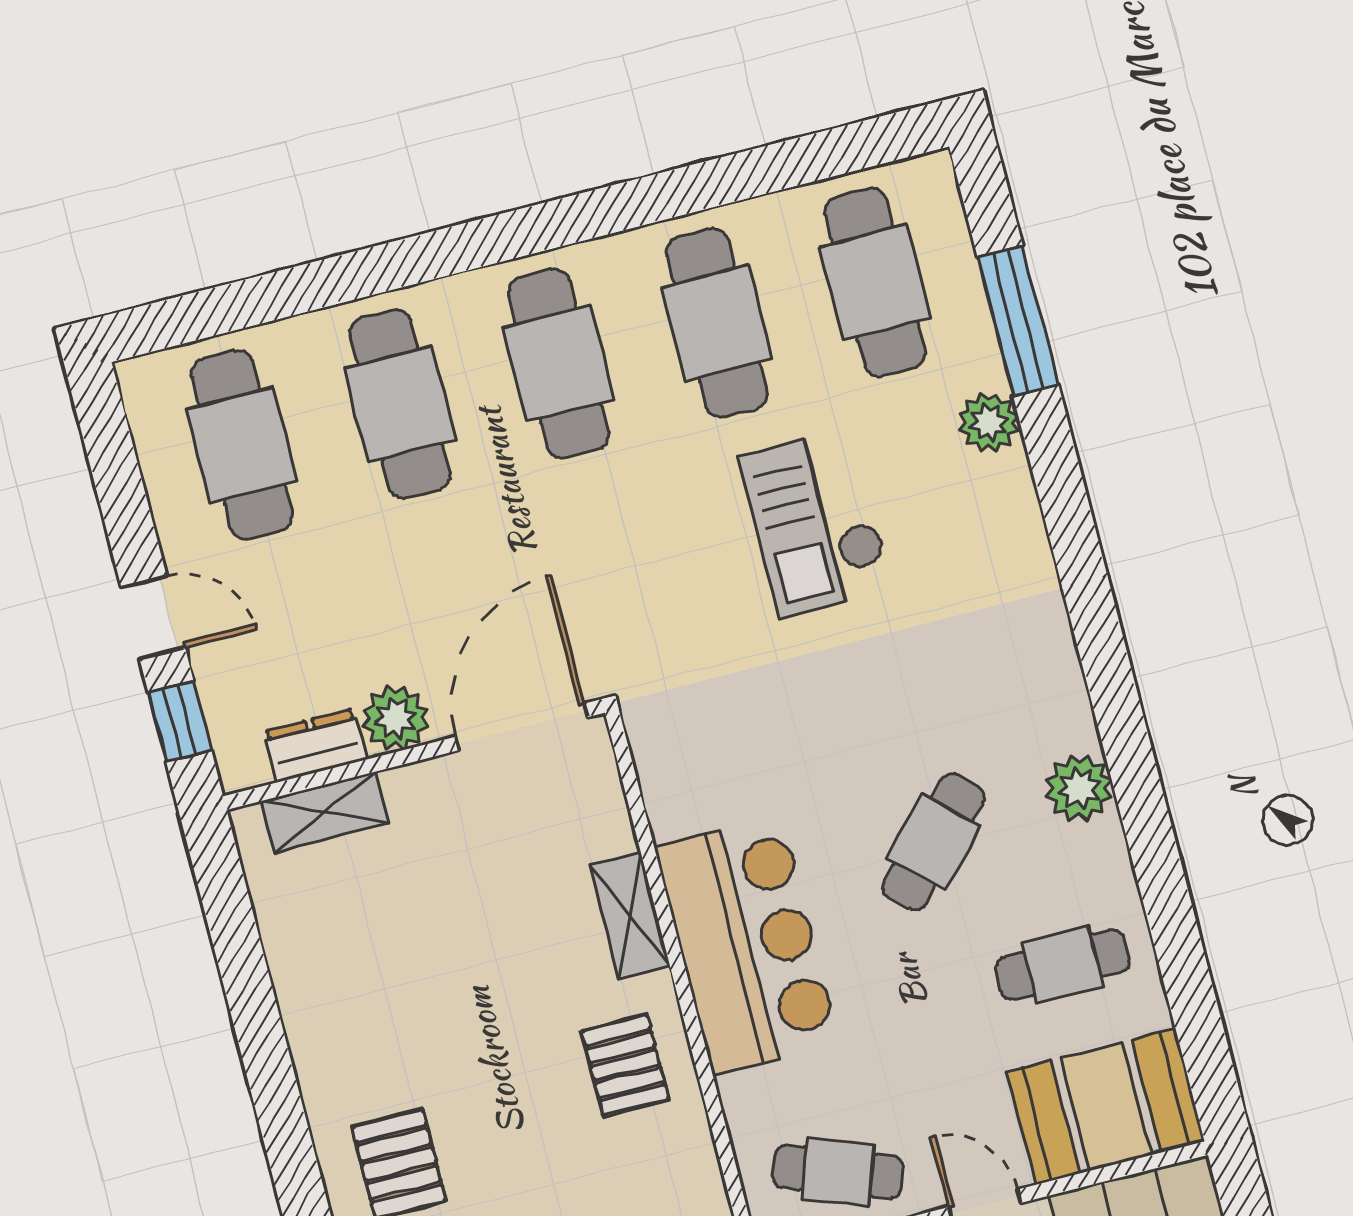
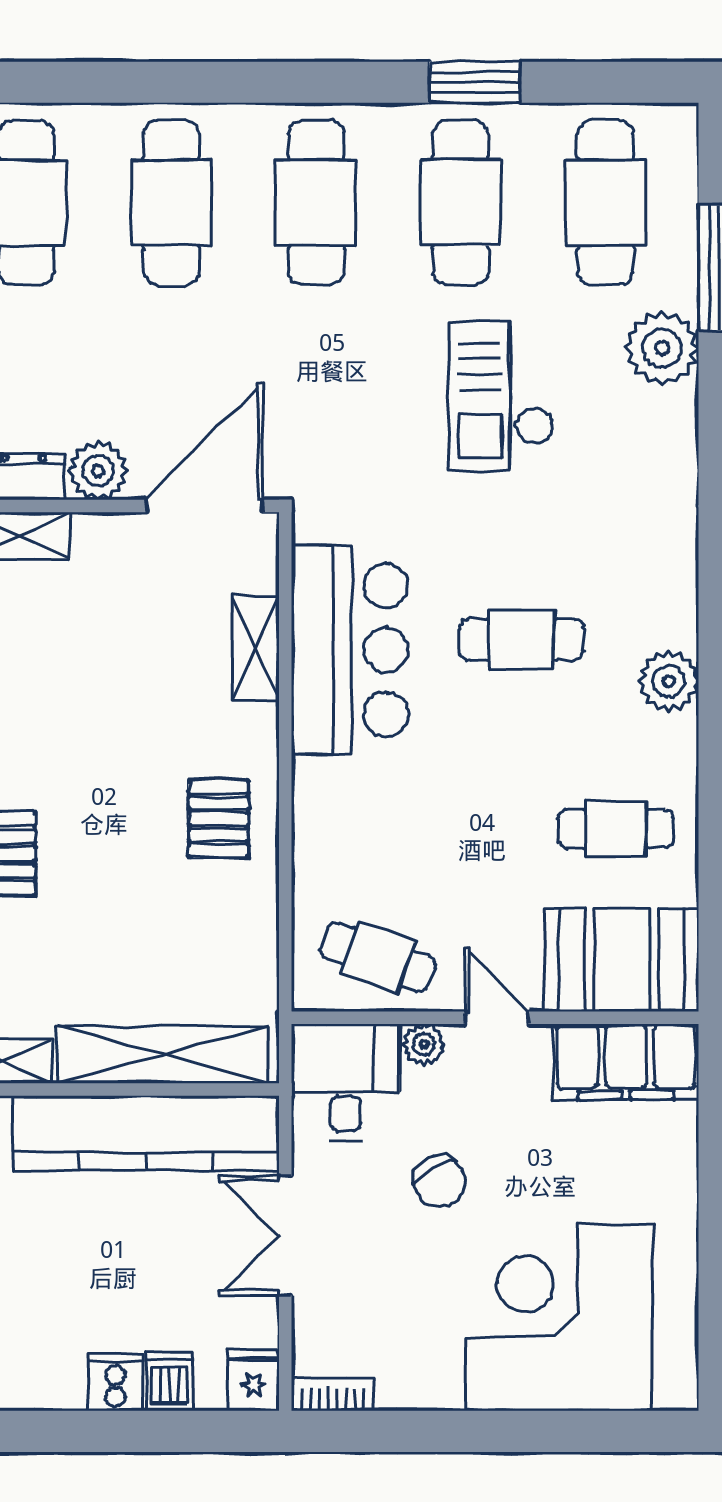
window: (698, 187) -> (475, 82), added
plant: (989, 423) -> (662, 348), width x1.36, depth x1.36
cafe table: (933, 842) -> (521, 640), moved, turned 46
shelving: (630, 915) -> (256, 649), moved
bar counter: (747, 945) -> (350, 650), moved

